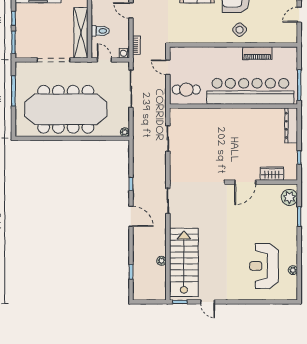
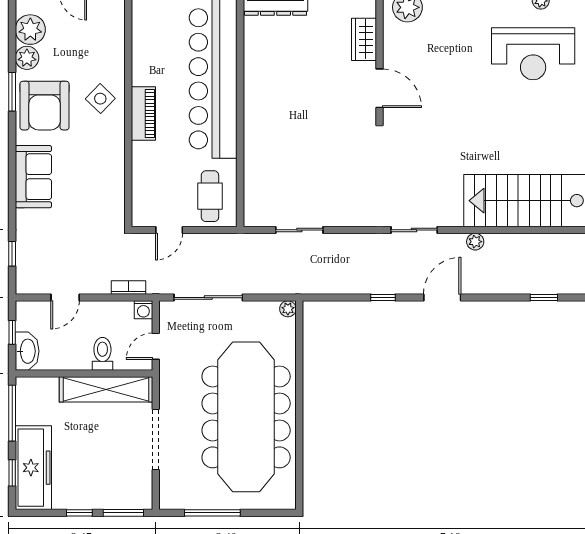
piano: (257, 53) -> (143, 113), moved
plant: (161, 261) -> (475, 242), moved

